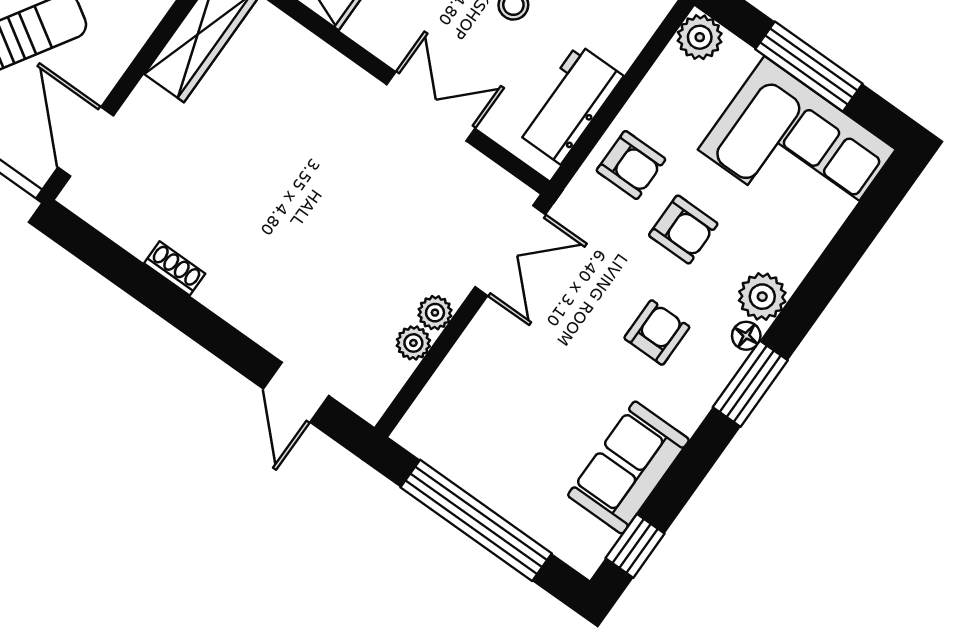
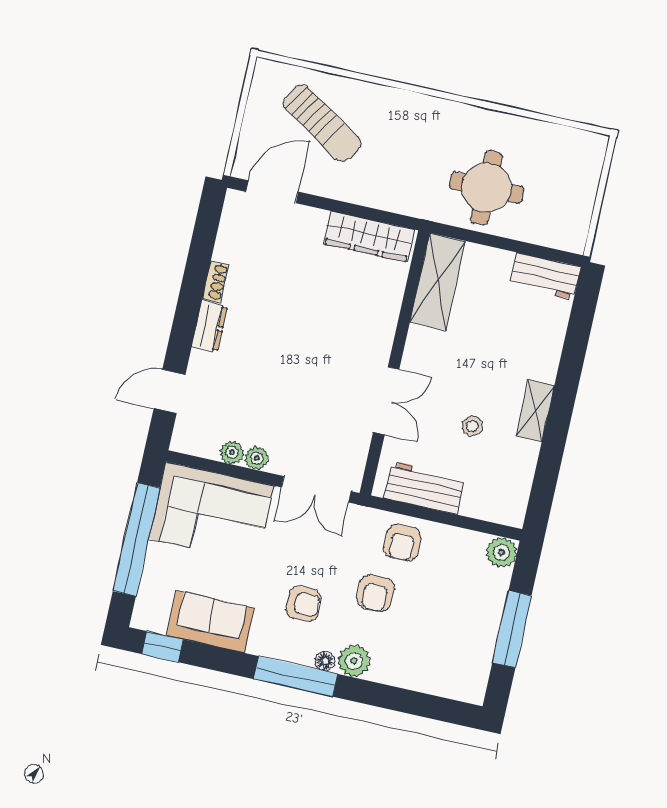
corner sofa: (797, 149) -> (211, 512), moved, turned -90
dresser: (231, 302) -> (210, 326), added
window: (750, 384) -> (296, 676), width x1.44

